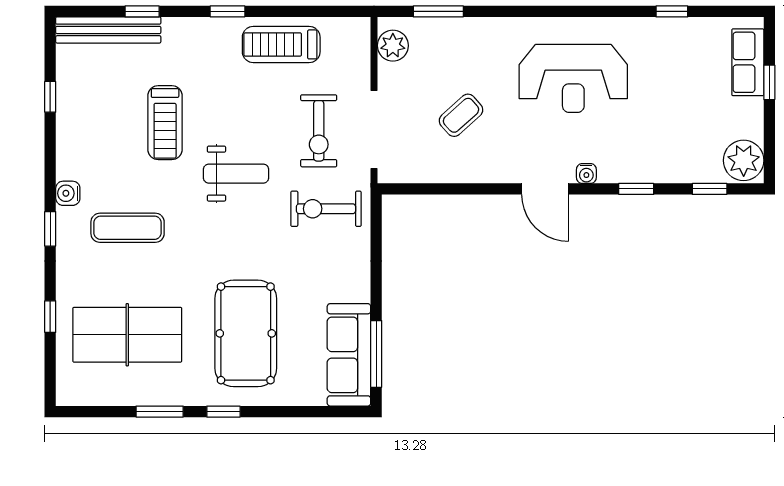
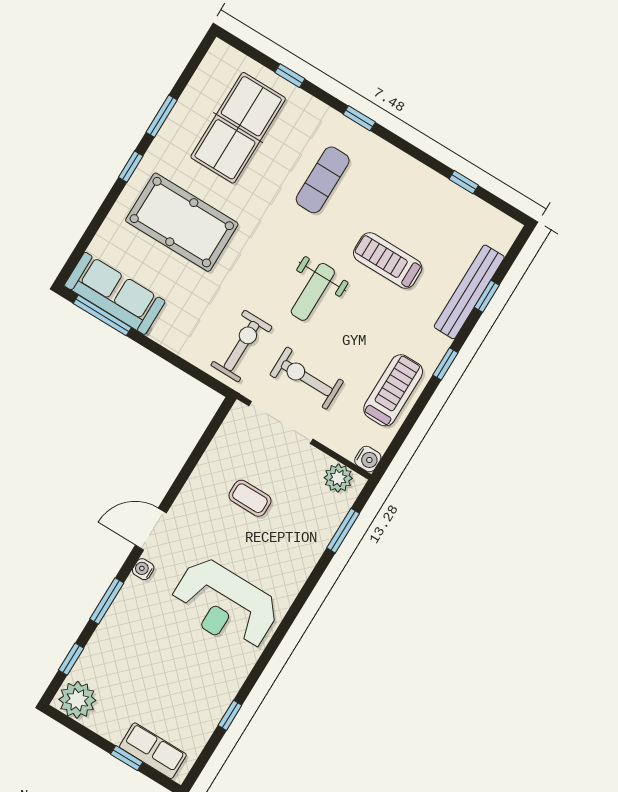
bench: (108, 30) -> (469, 292), moved
reception desk: (573, 78) -> (225, 605), turned -90
coffee table: (461, 115) -> (250, 498), turned -48
window: (636, 189) -> (107, 601), width x1.50
water cooler: (68, 193) -> (368, 459), moved, turned 90

